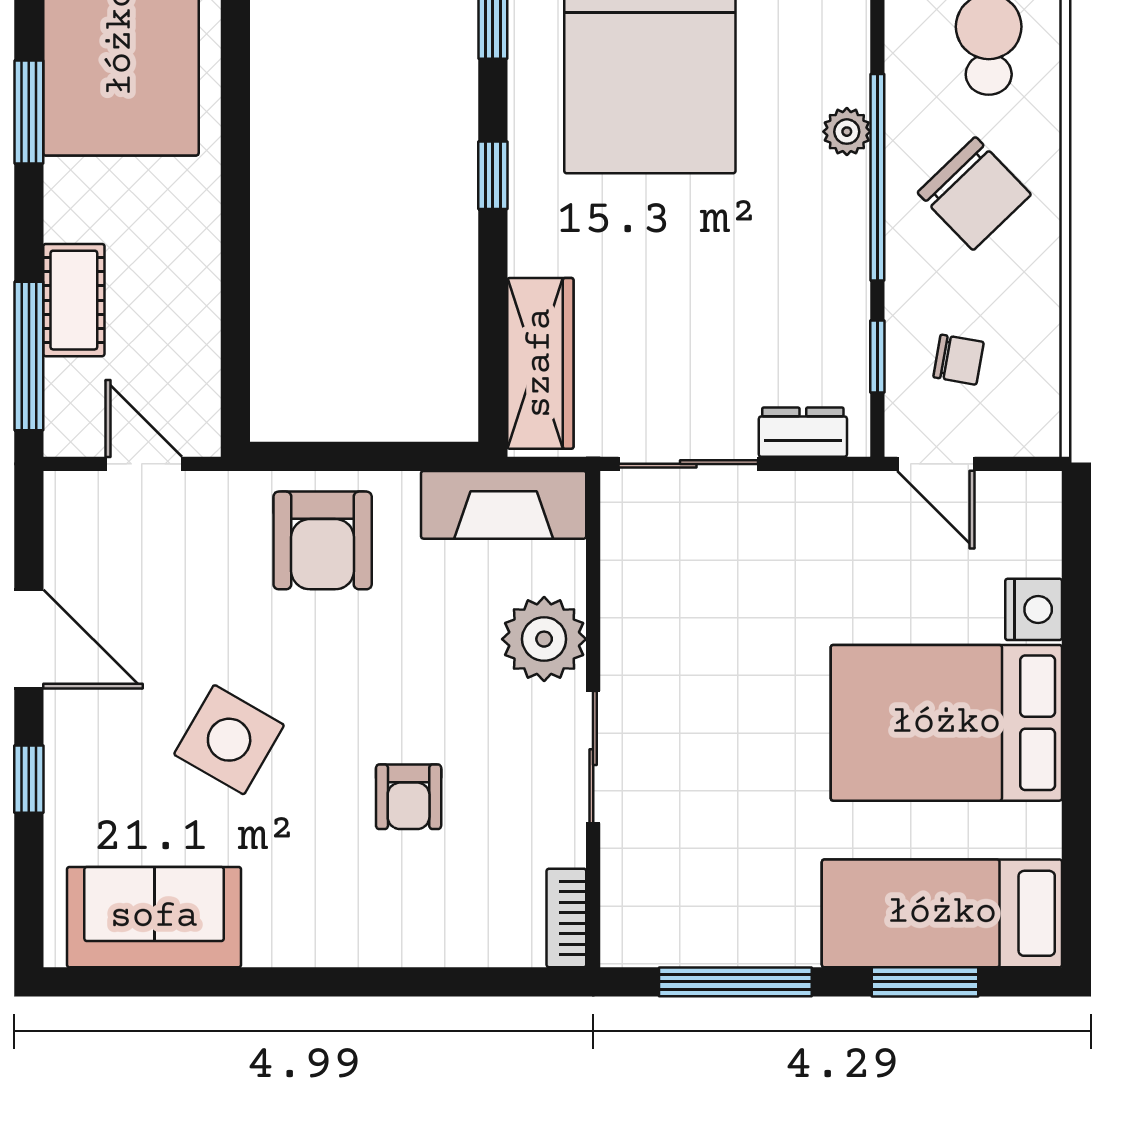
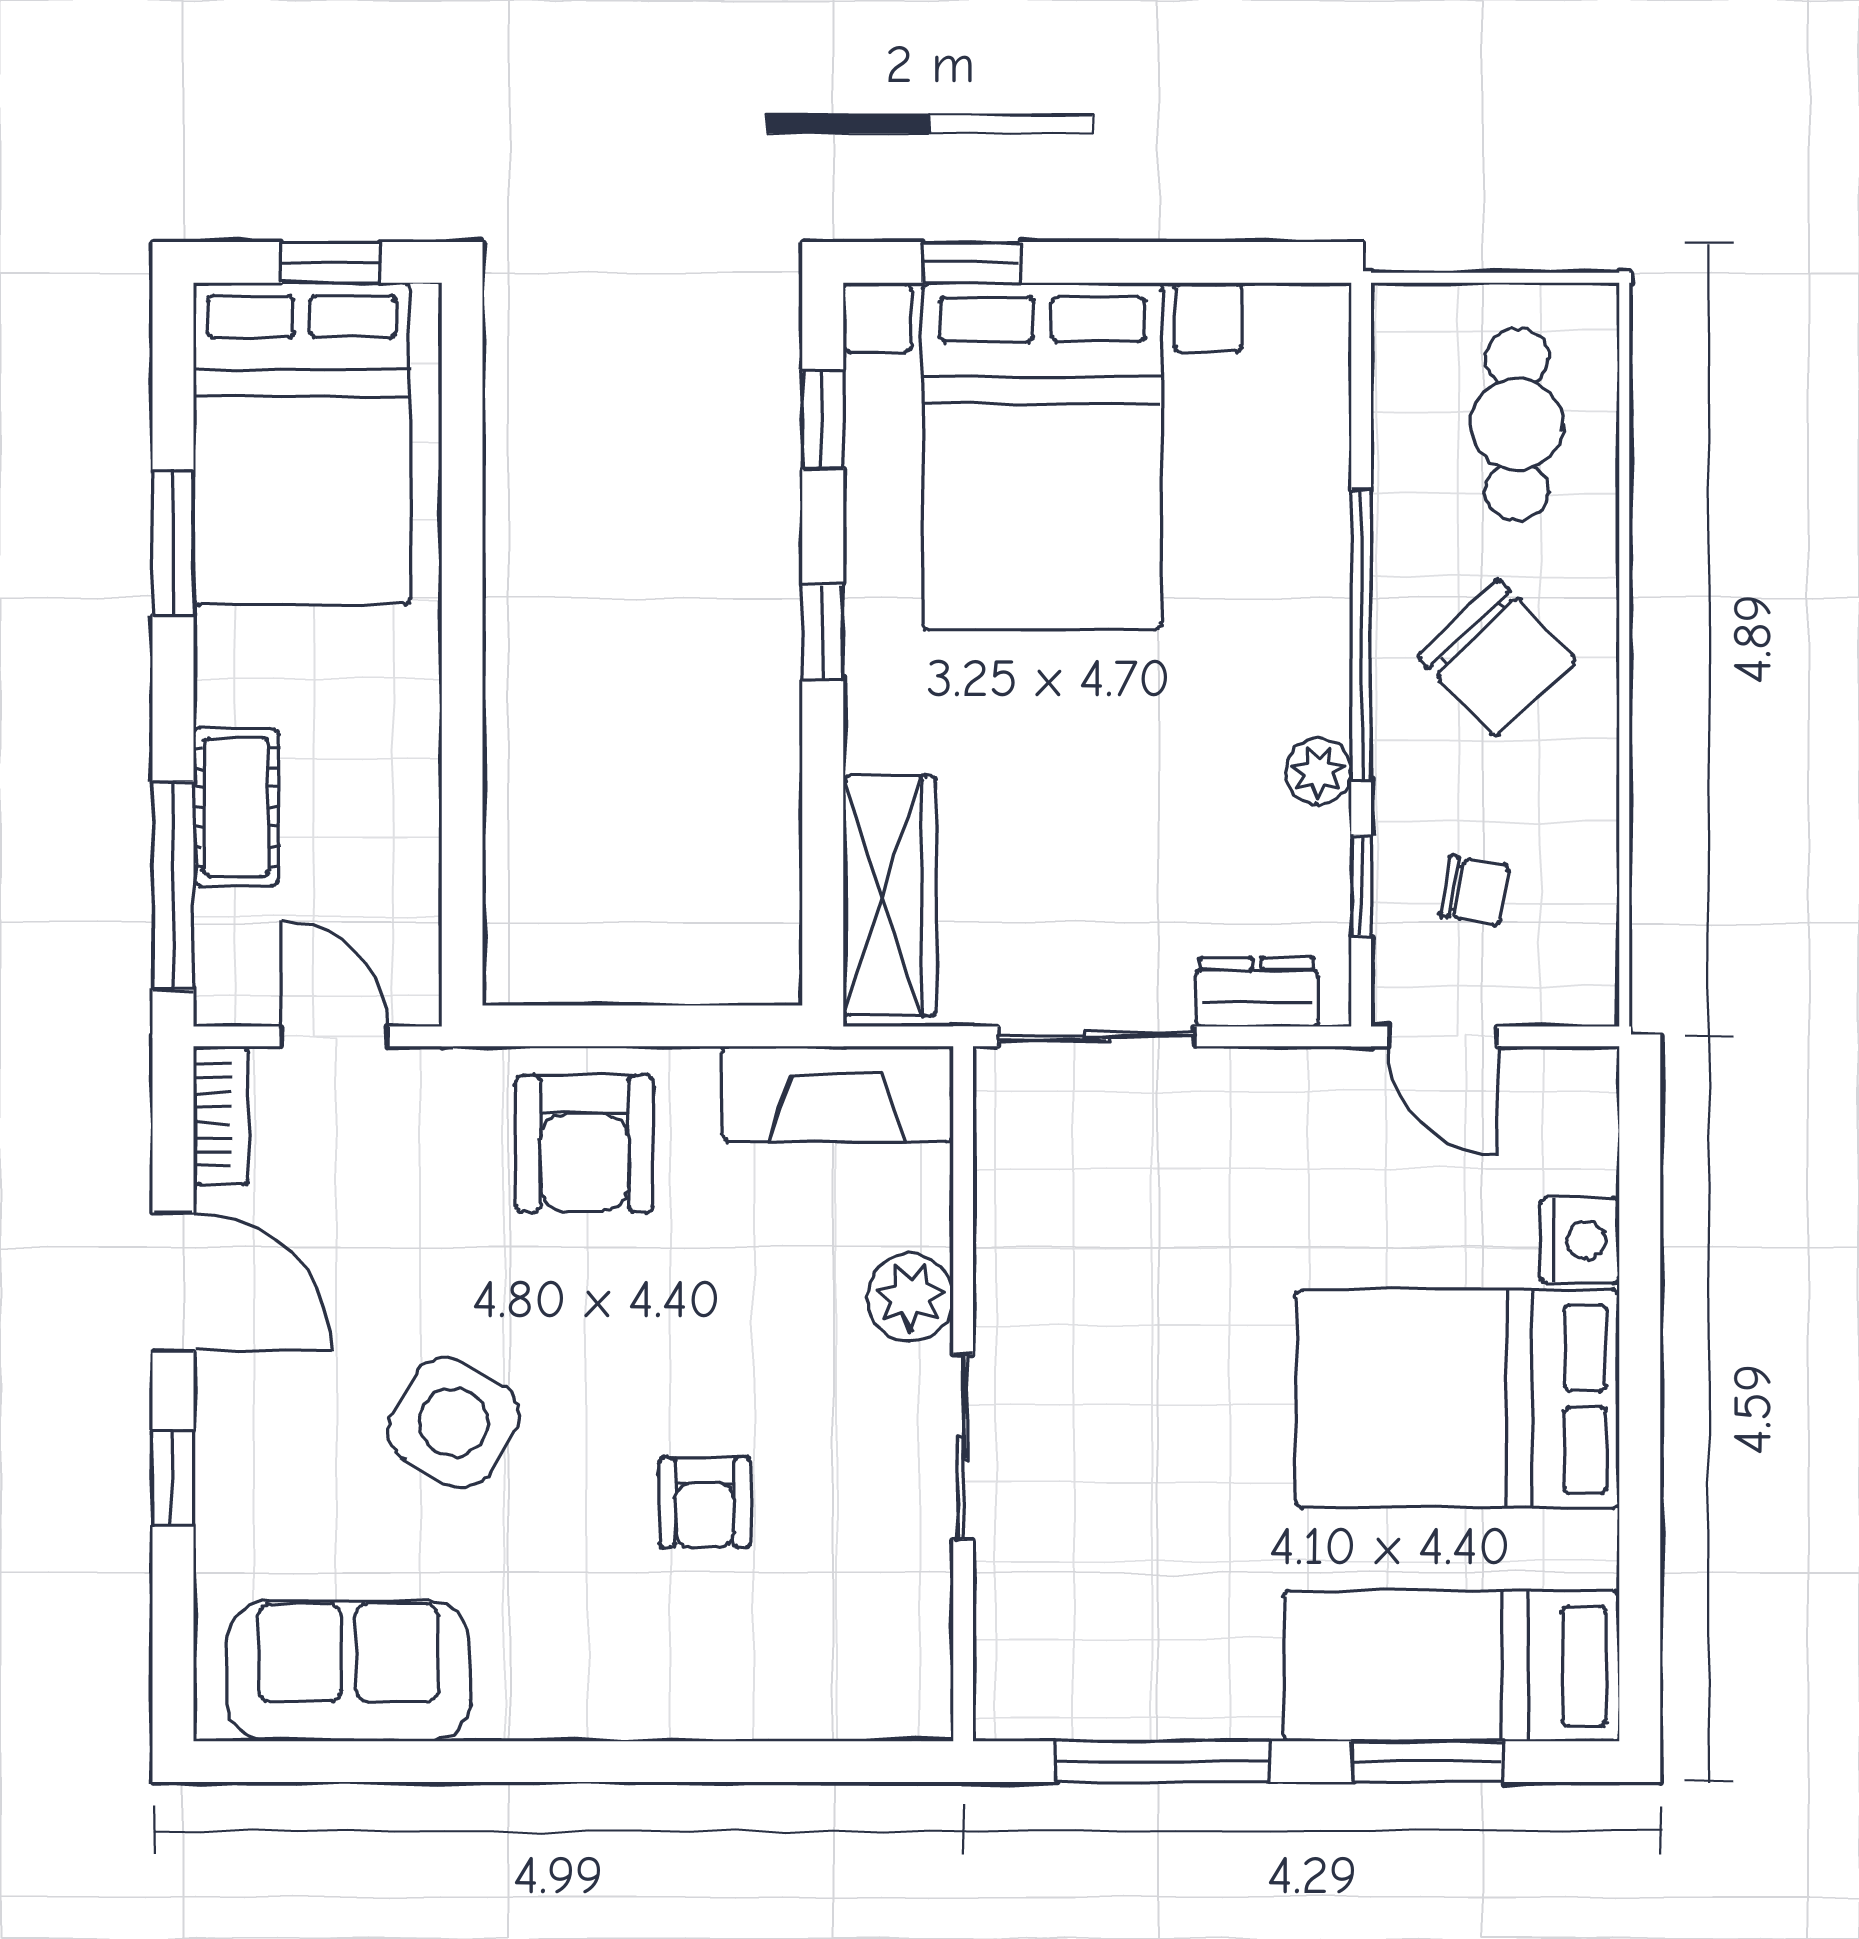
plant: (847, 132) -> (1318, 771), moved
plant: (544, 639) -> (910, 1297), width x0.73, depth x0.73
bookcase: (566, 918) -> (221, 1115), moved, turned 180

